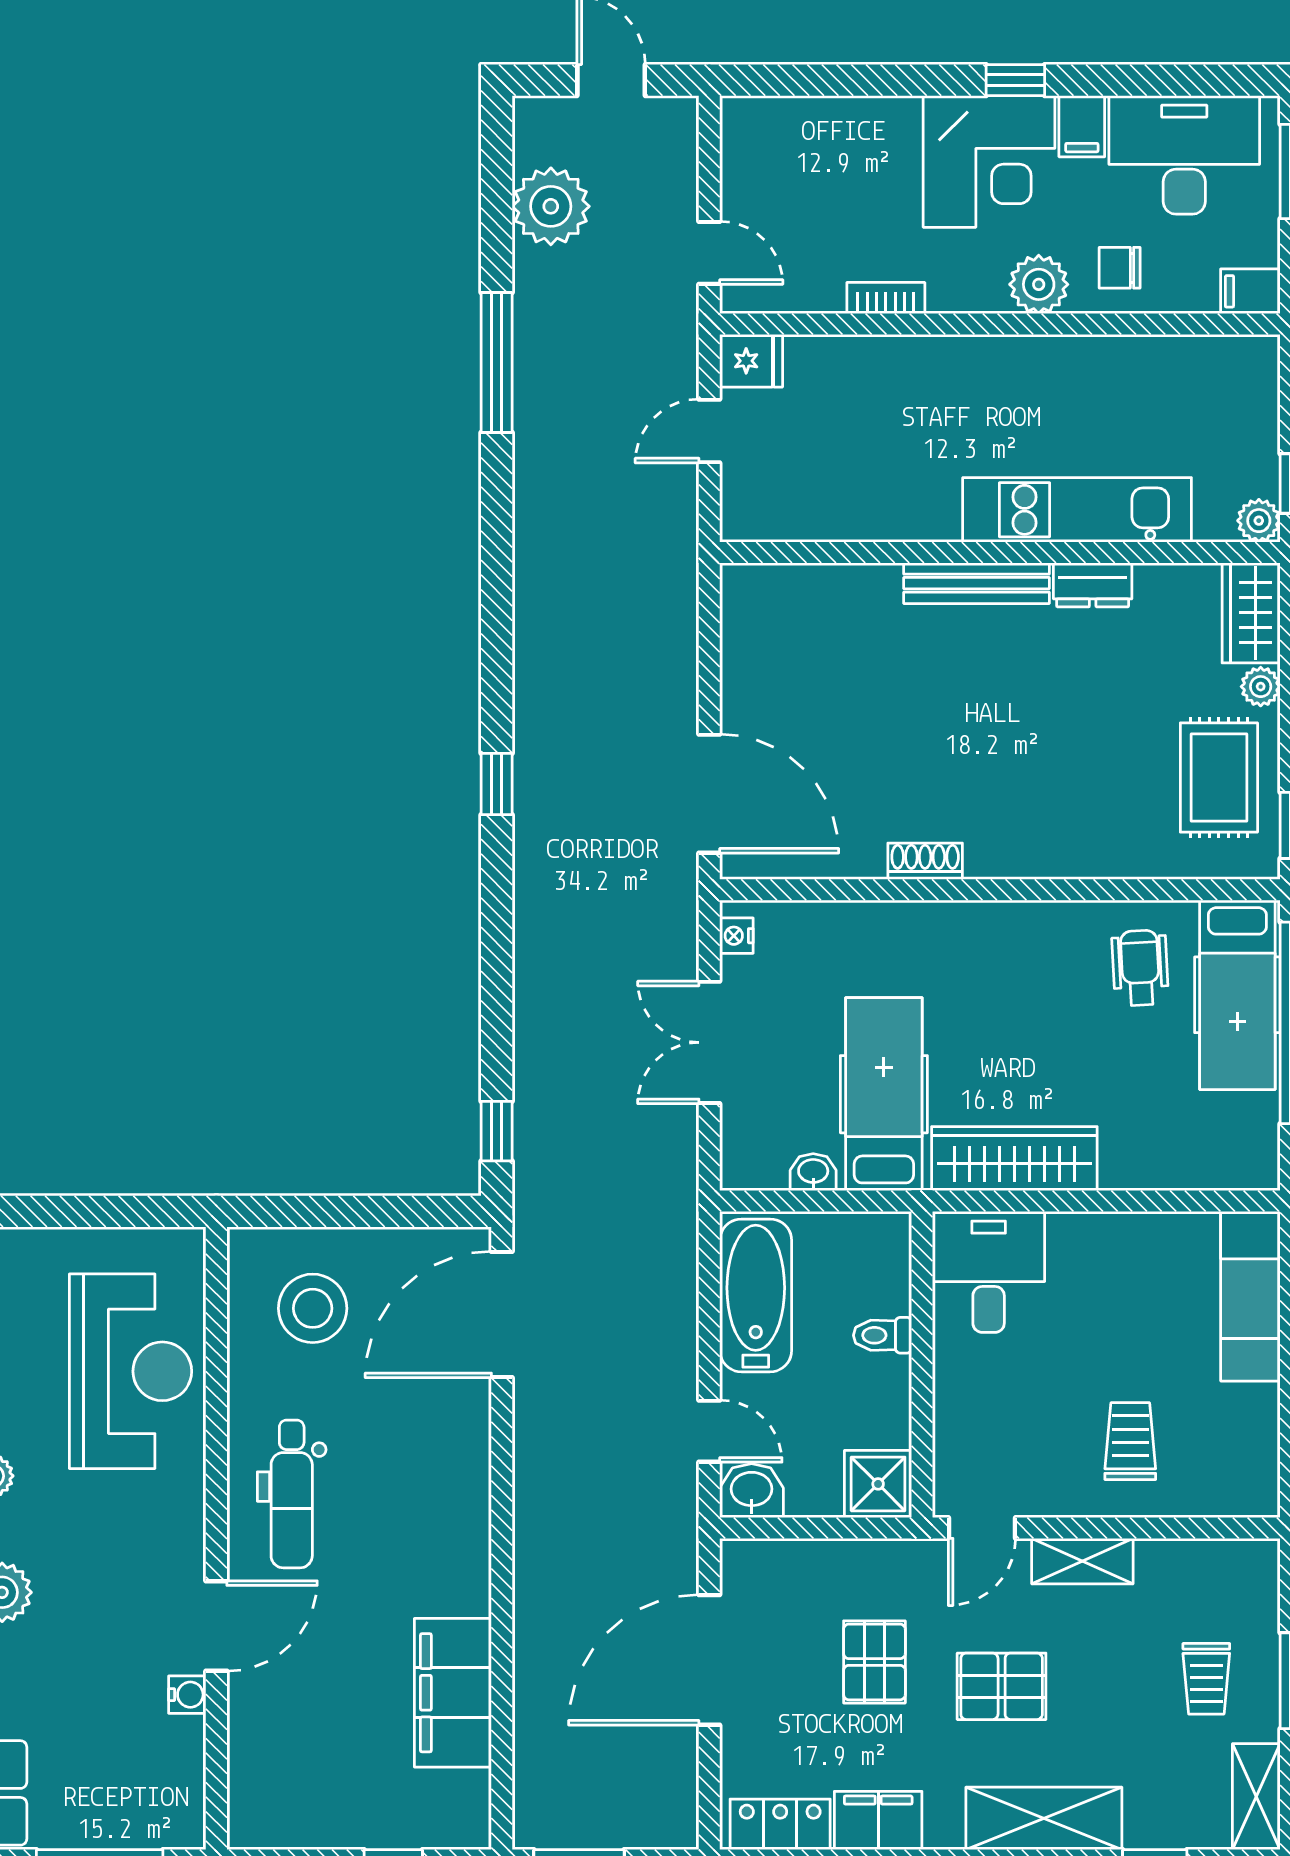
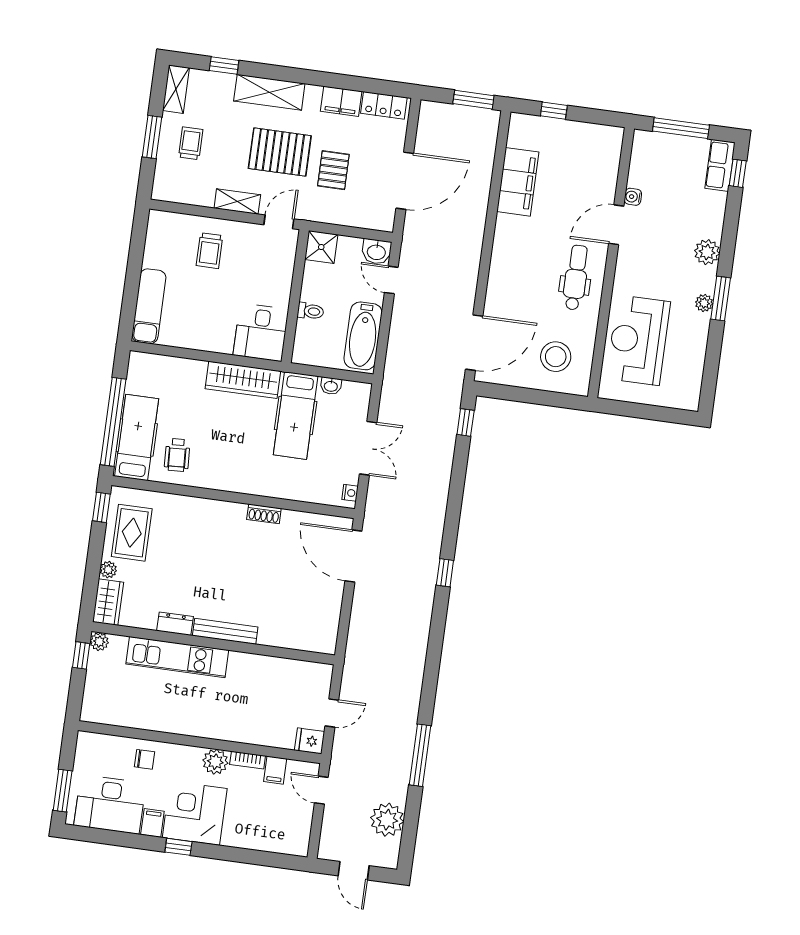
plant: (1039, 284) -> (215, 762), moved
filing cabinet: (1250, 291) -> (275, 770), moved, turned 90
pallet: (1002, 1686) -> (280, 152), width x1.50, depth x1.42

